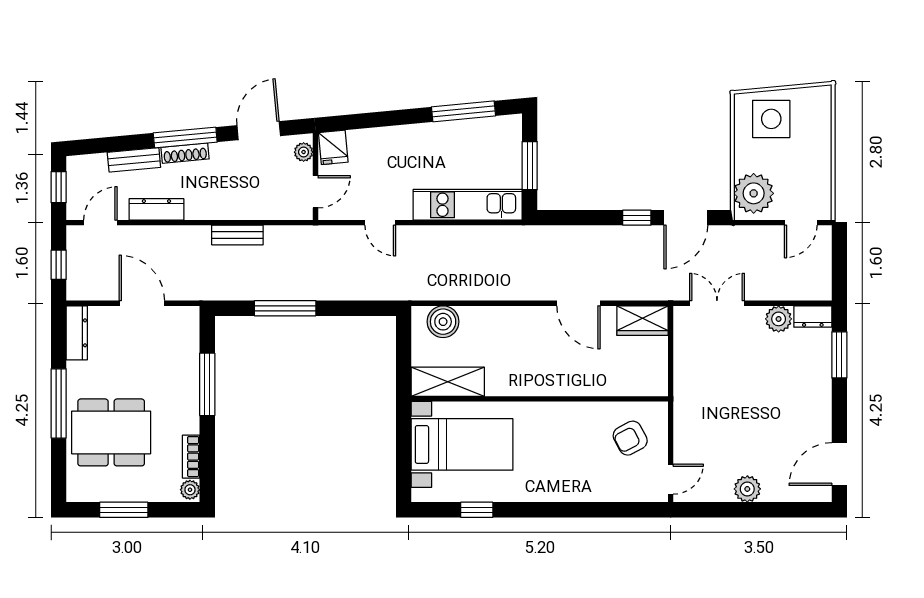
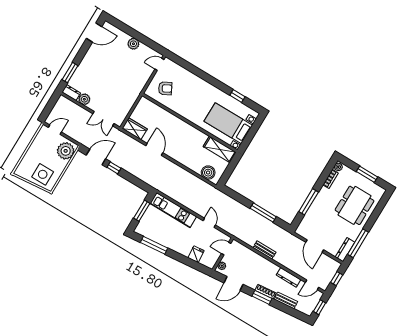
window: (185, 137) -> (262, 297), width x0.69
fridge: (333, 147) -> (196, 254), moved
window: (59, 403) -> (358, 243), moved
dining table: (111, 432) -> (355, 205), turned 90

